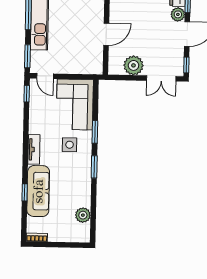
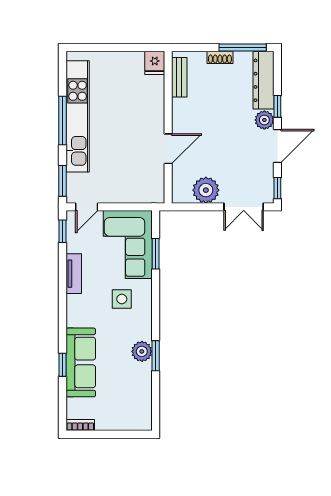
door: (45, 76) -> (87, 207), hinge flipped
window: (95, 132) -> (156, 254), moved
tv unit: (34, 149) -> (74, 274), moved
window: (94, 167) -> (156, 356), moved
plant: (83, 215) -> (142, 351), moved

